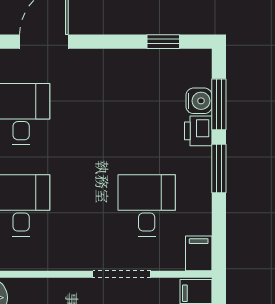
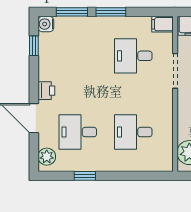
water cooler: (199, 101) -> (46, 24), moved, turned -90
printer: (198, 131) -> (46, 91), moved, turned -90

